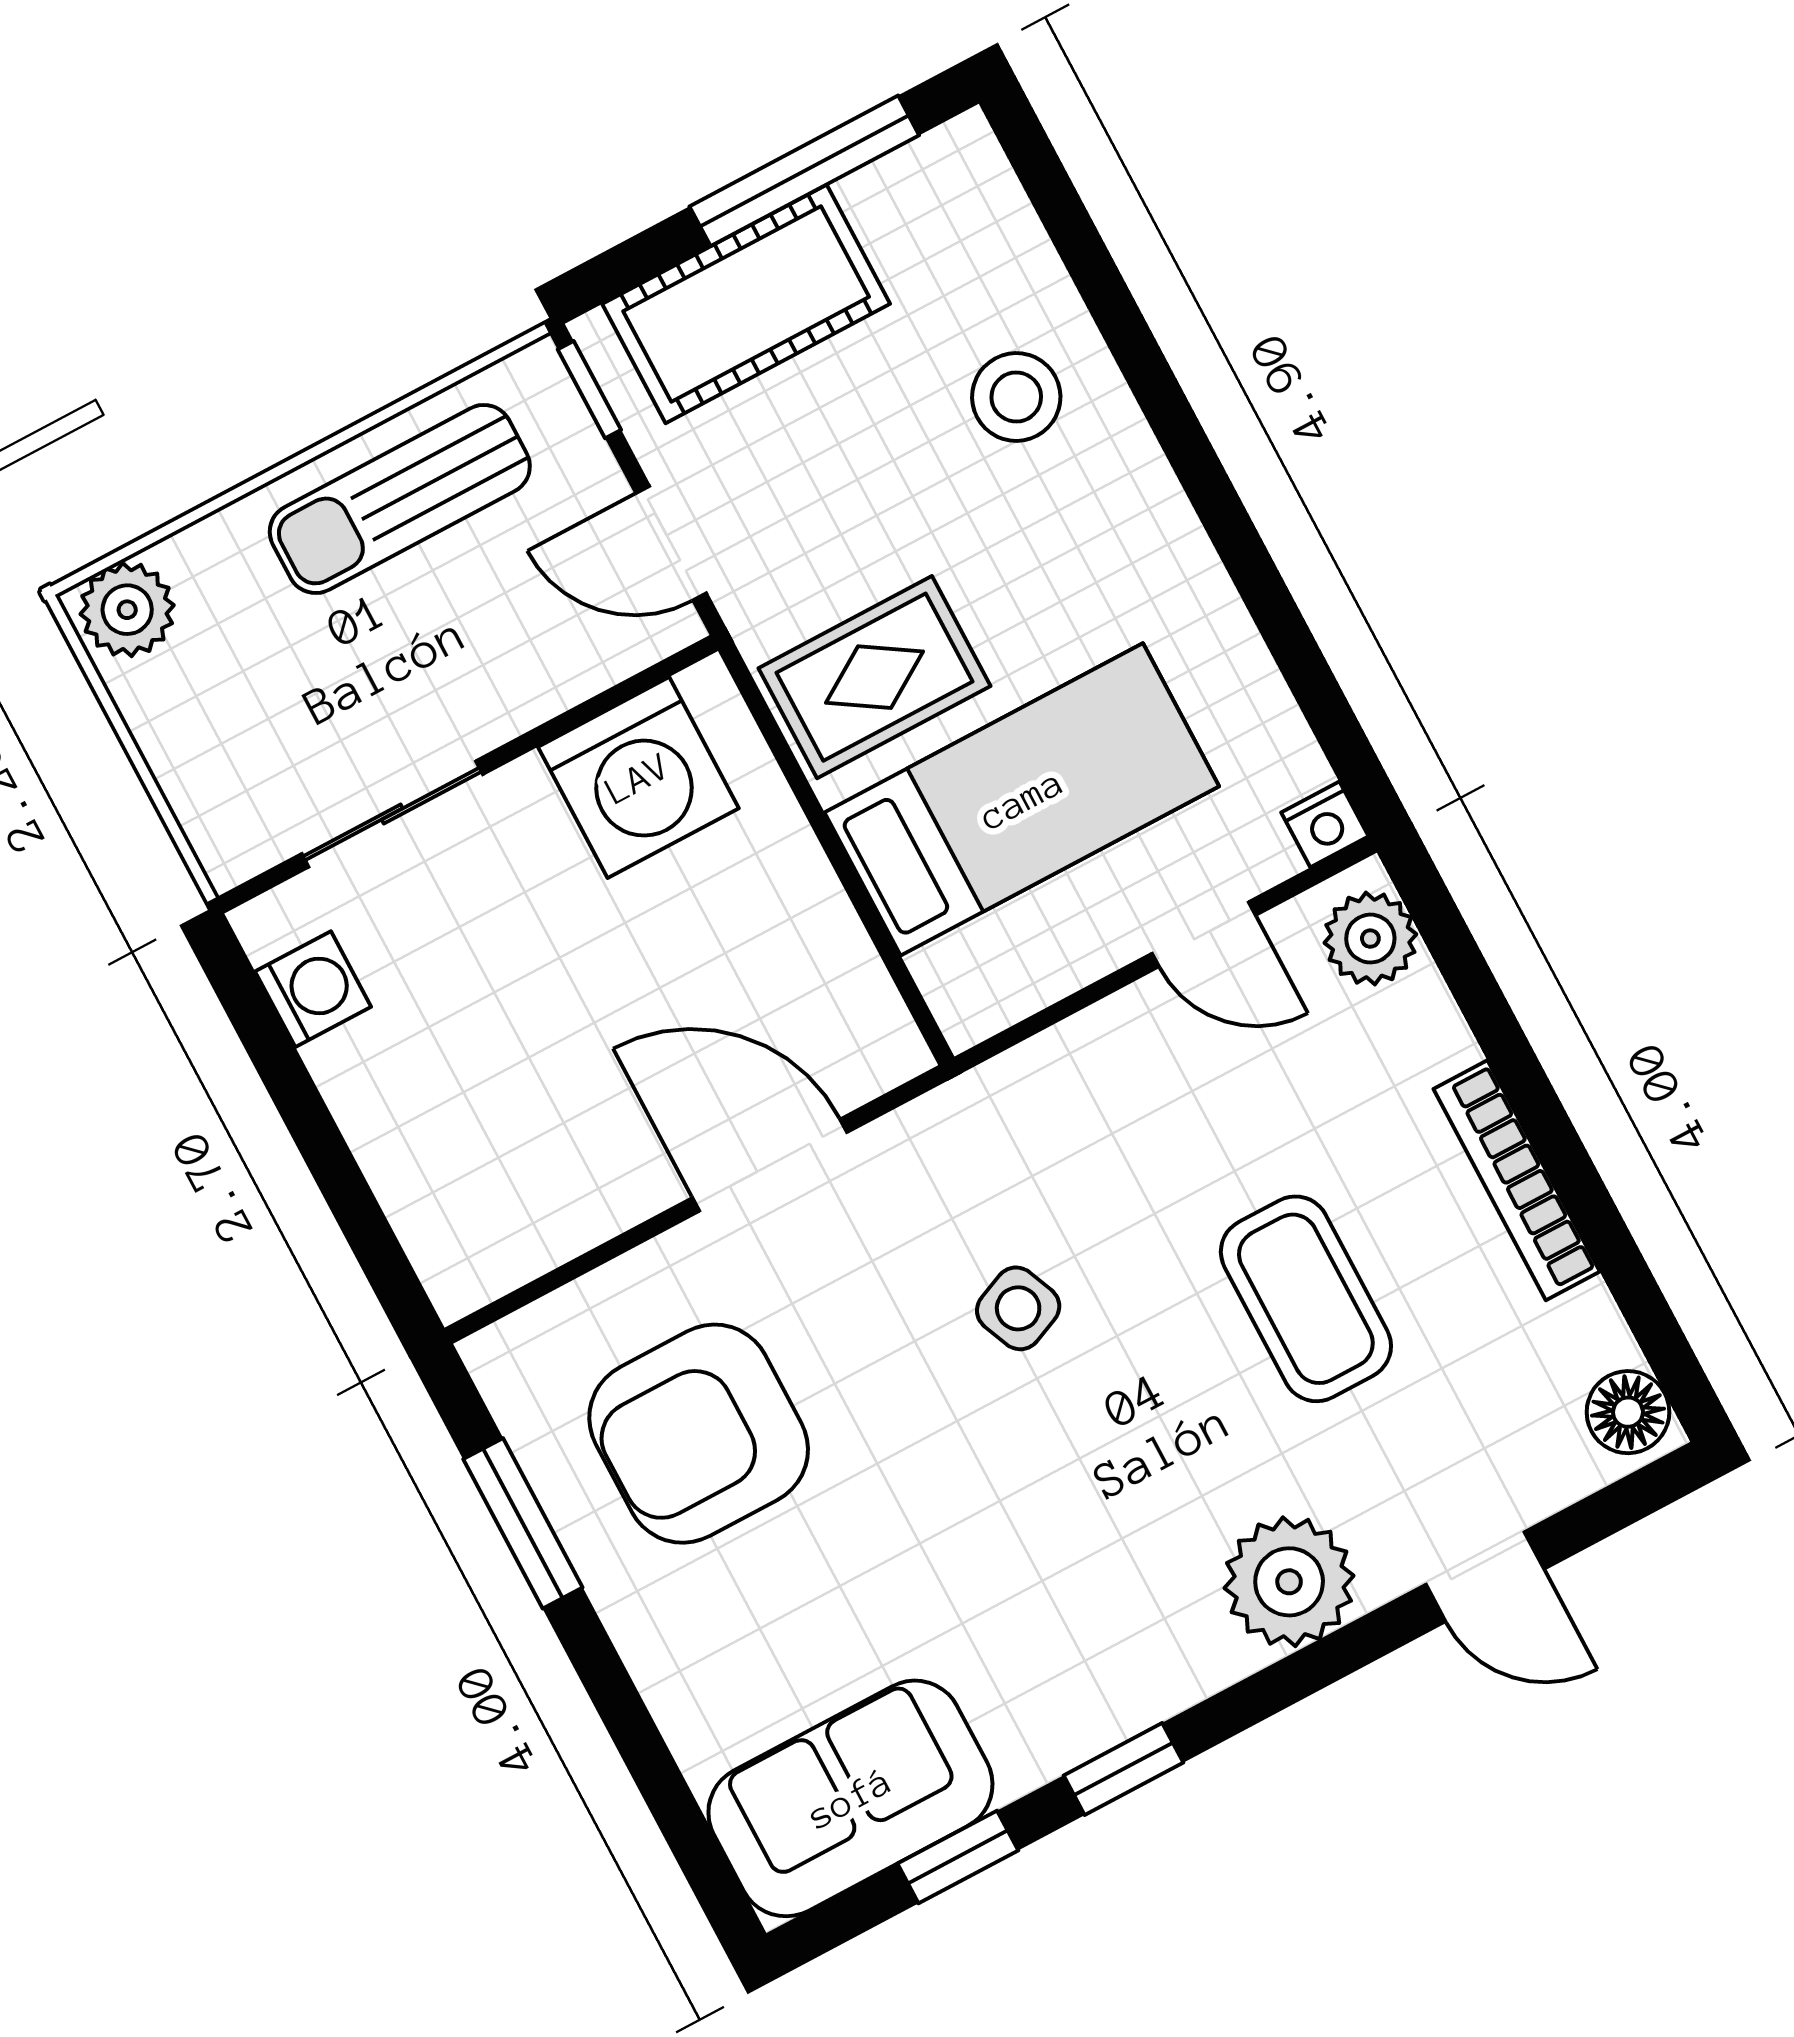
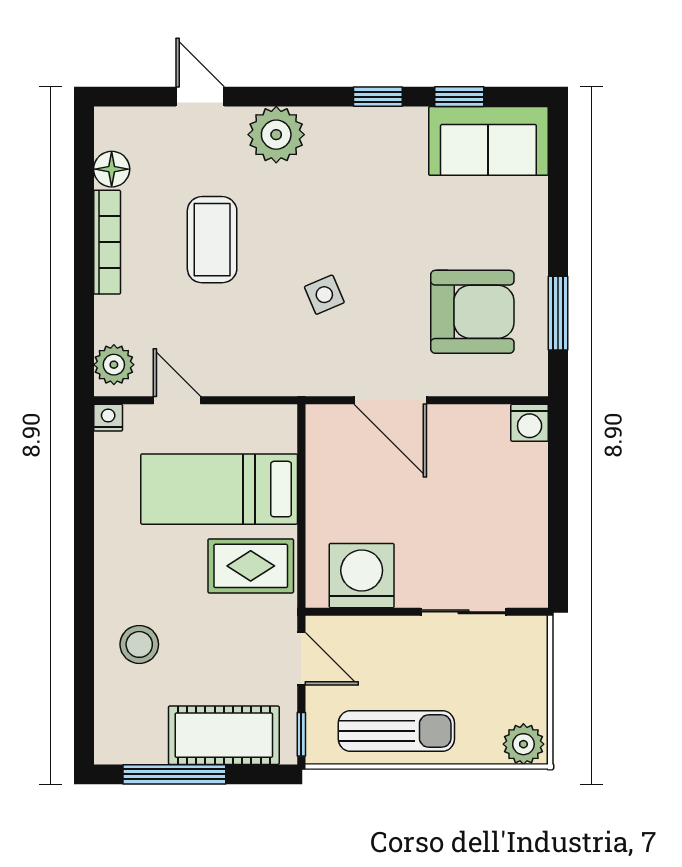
washing machine: (313, 989) -> (530, 423), moved, turned -90
floor lamp: (1628, 1412) -> (112, 169), moved

